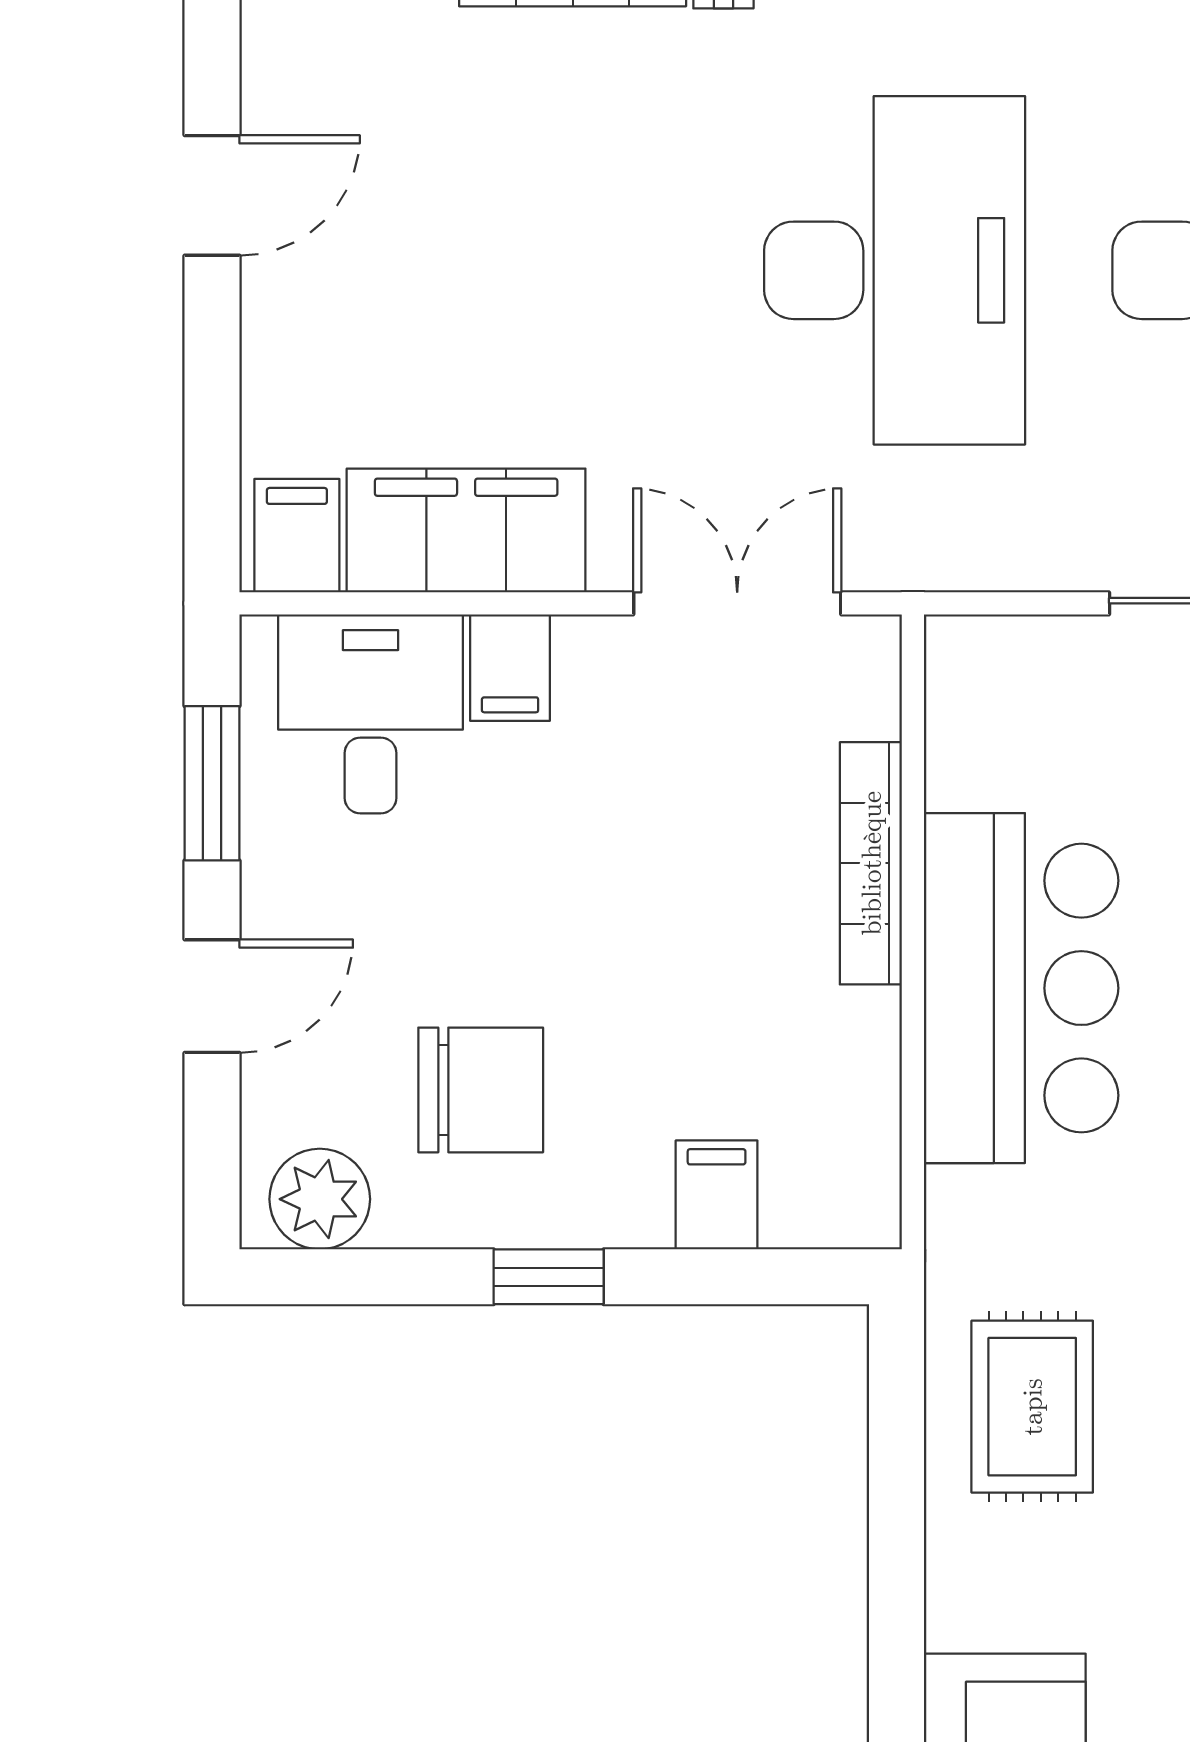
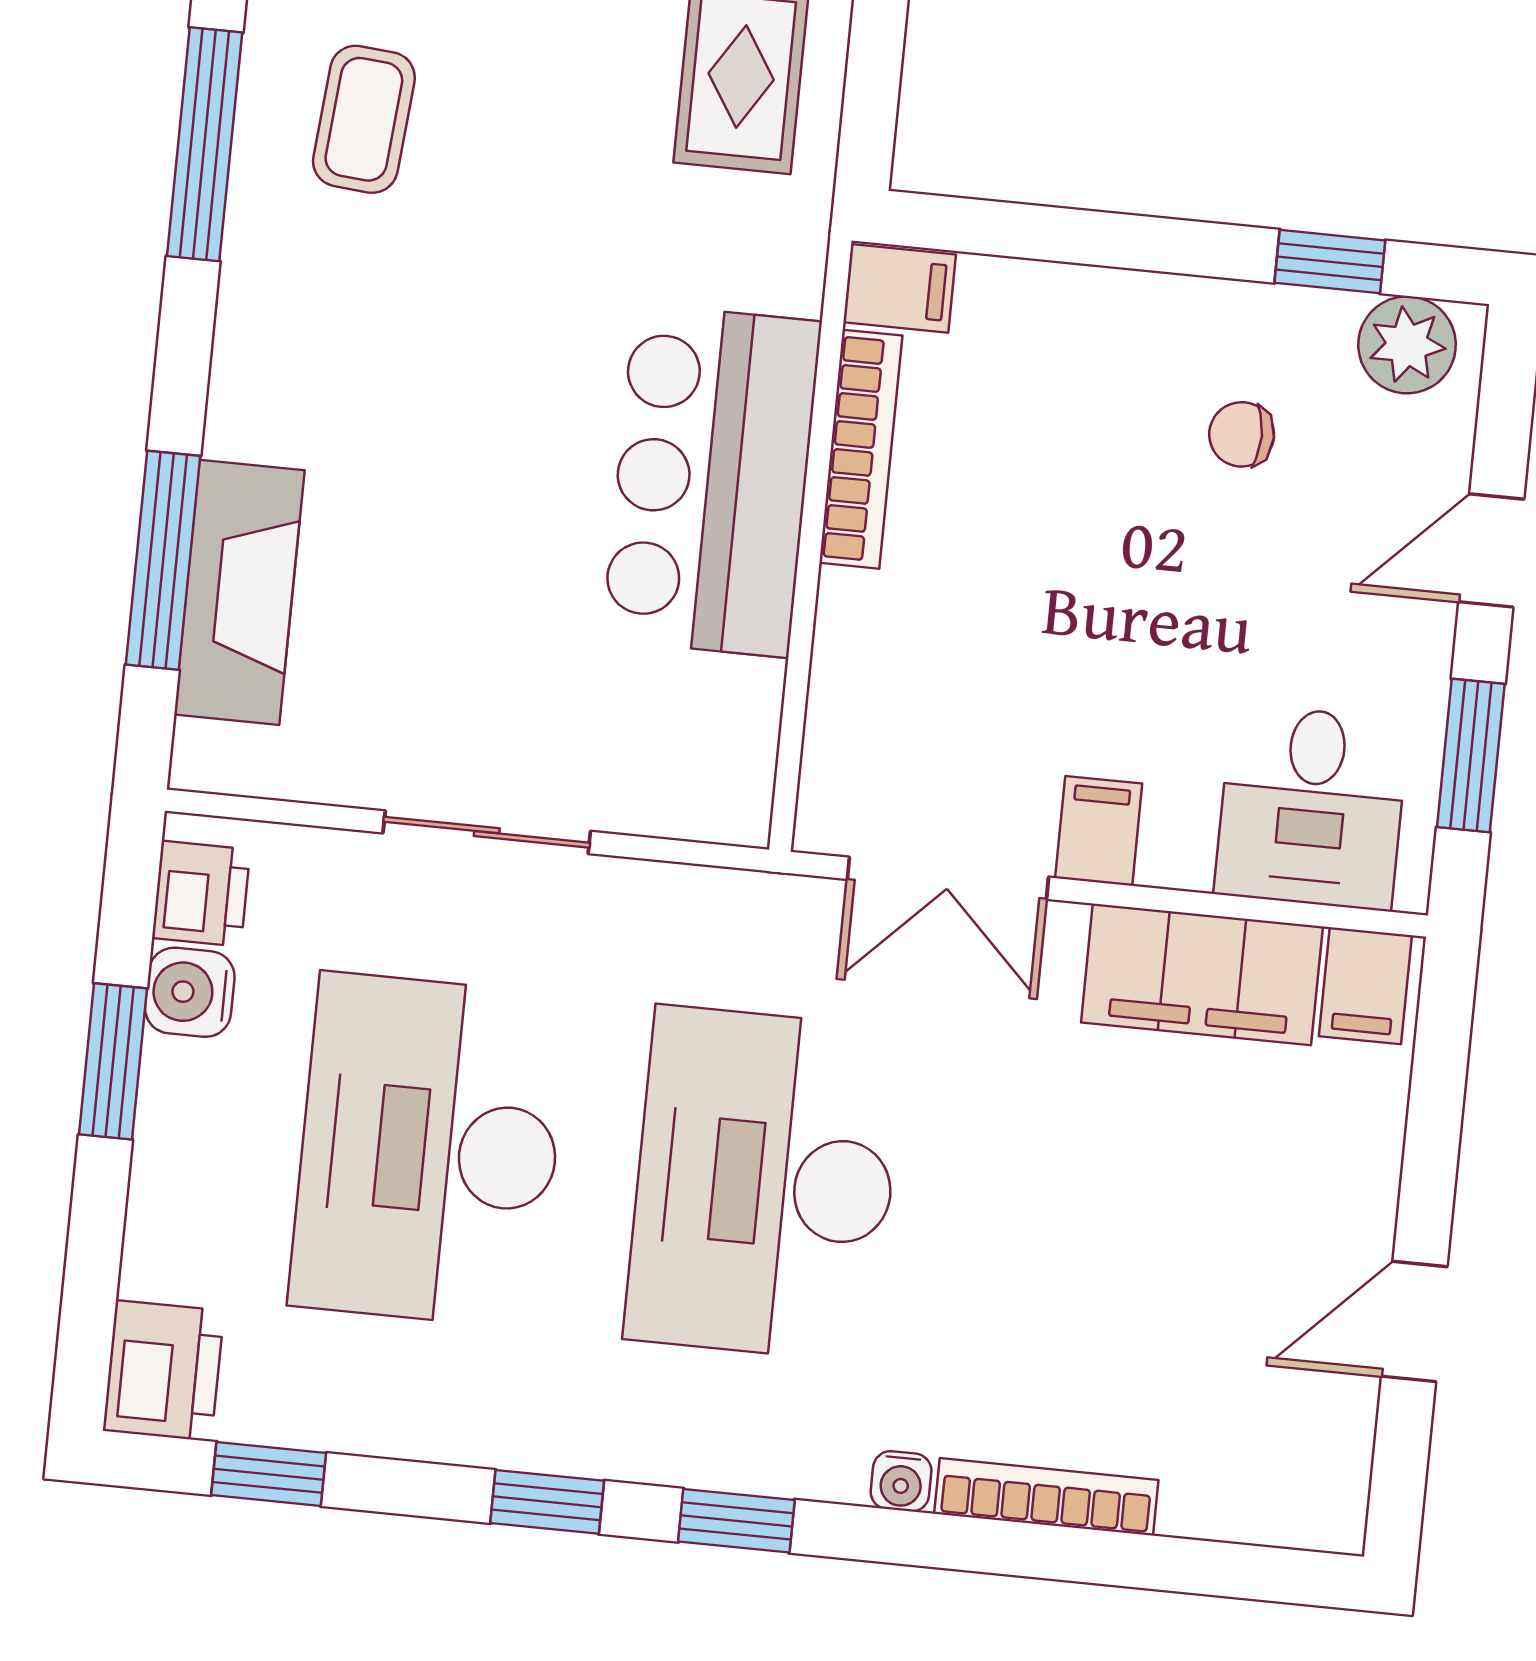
filing cabinet: (510, 668) -> (1099, 831), moved
bookcase: (871, 863) -> (861, 449), moved
chair: (481, 1090) -> (1242, 434), width x0.54, depth x0.54
filing cabinet: (717, 1195) -> (900, 288), moved, turned -90
window: (549, 1277) -> (1330, 262), moved

